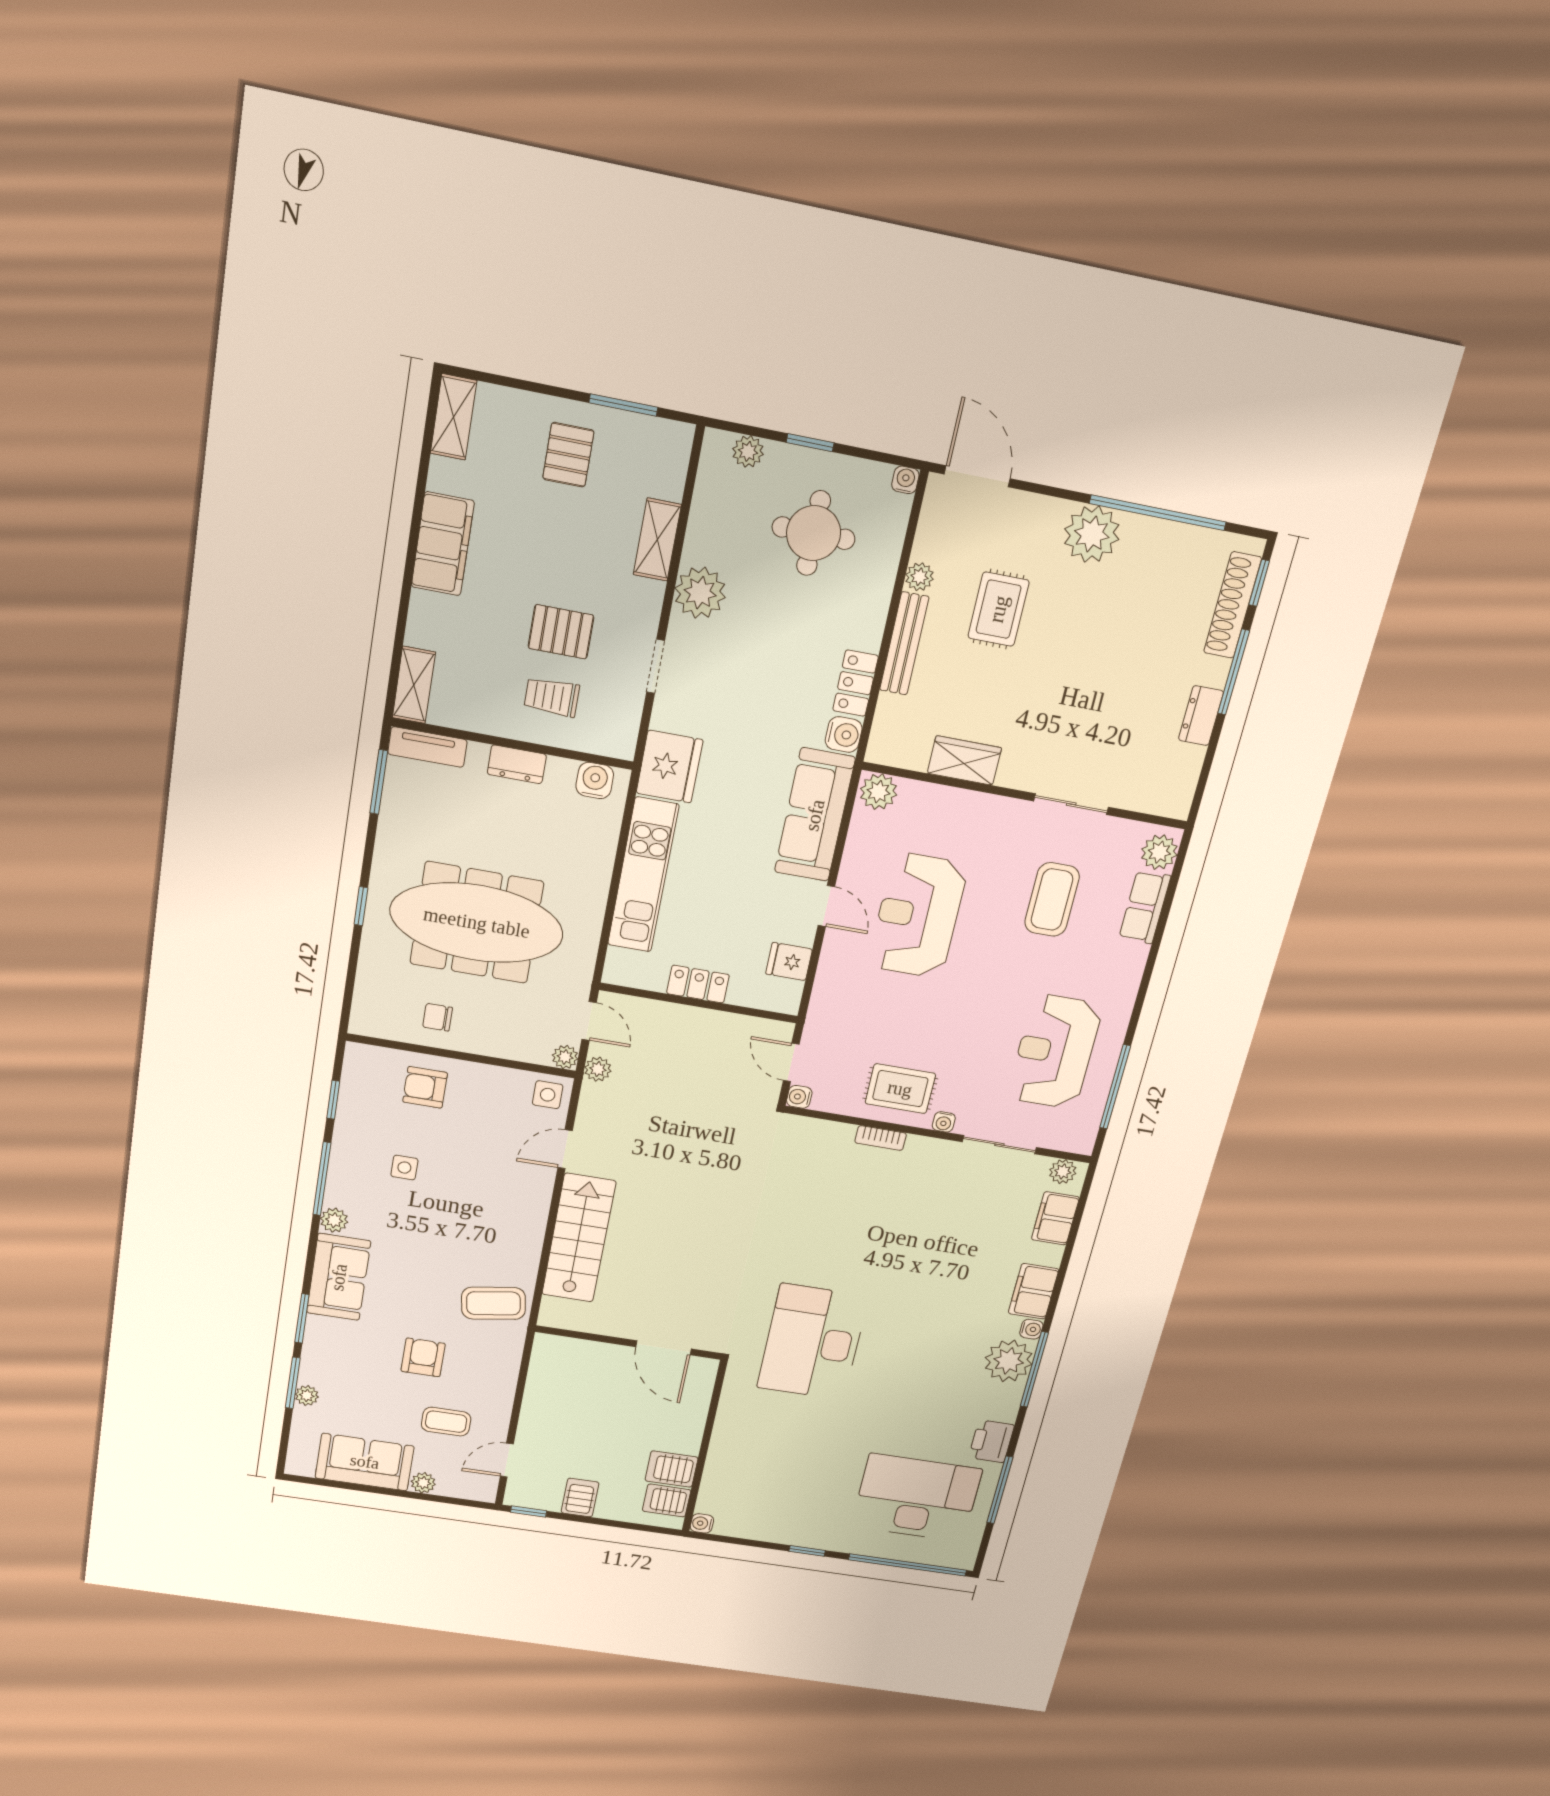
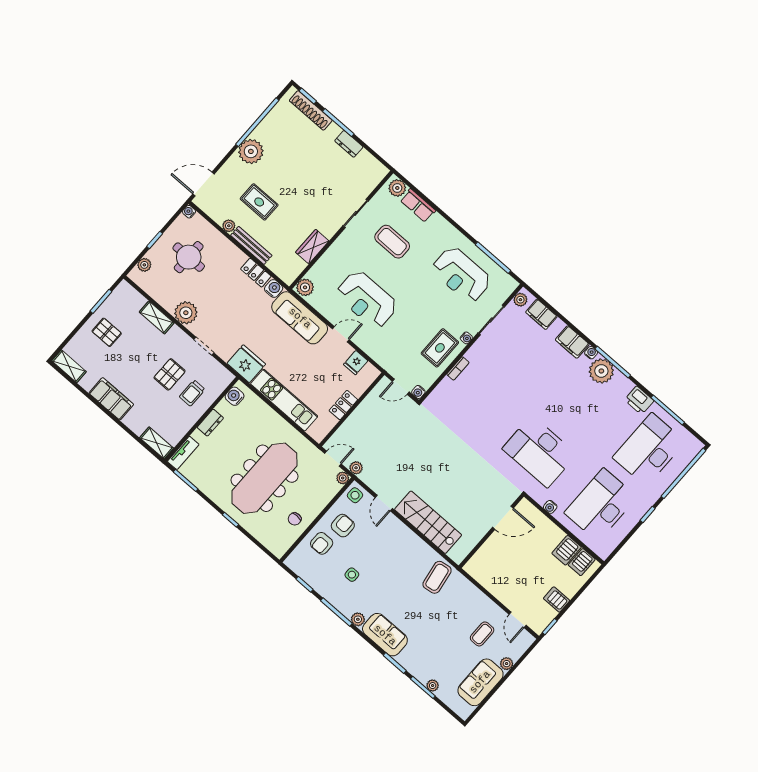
armchair: (423, 1357) -> (343, 526), moved, turned 90
desk: (780, 1478) -> (601, 505), added
water cooler: (702, 1523) -> (550, 507), moved

